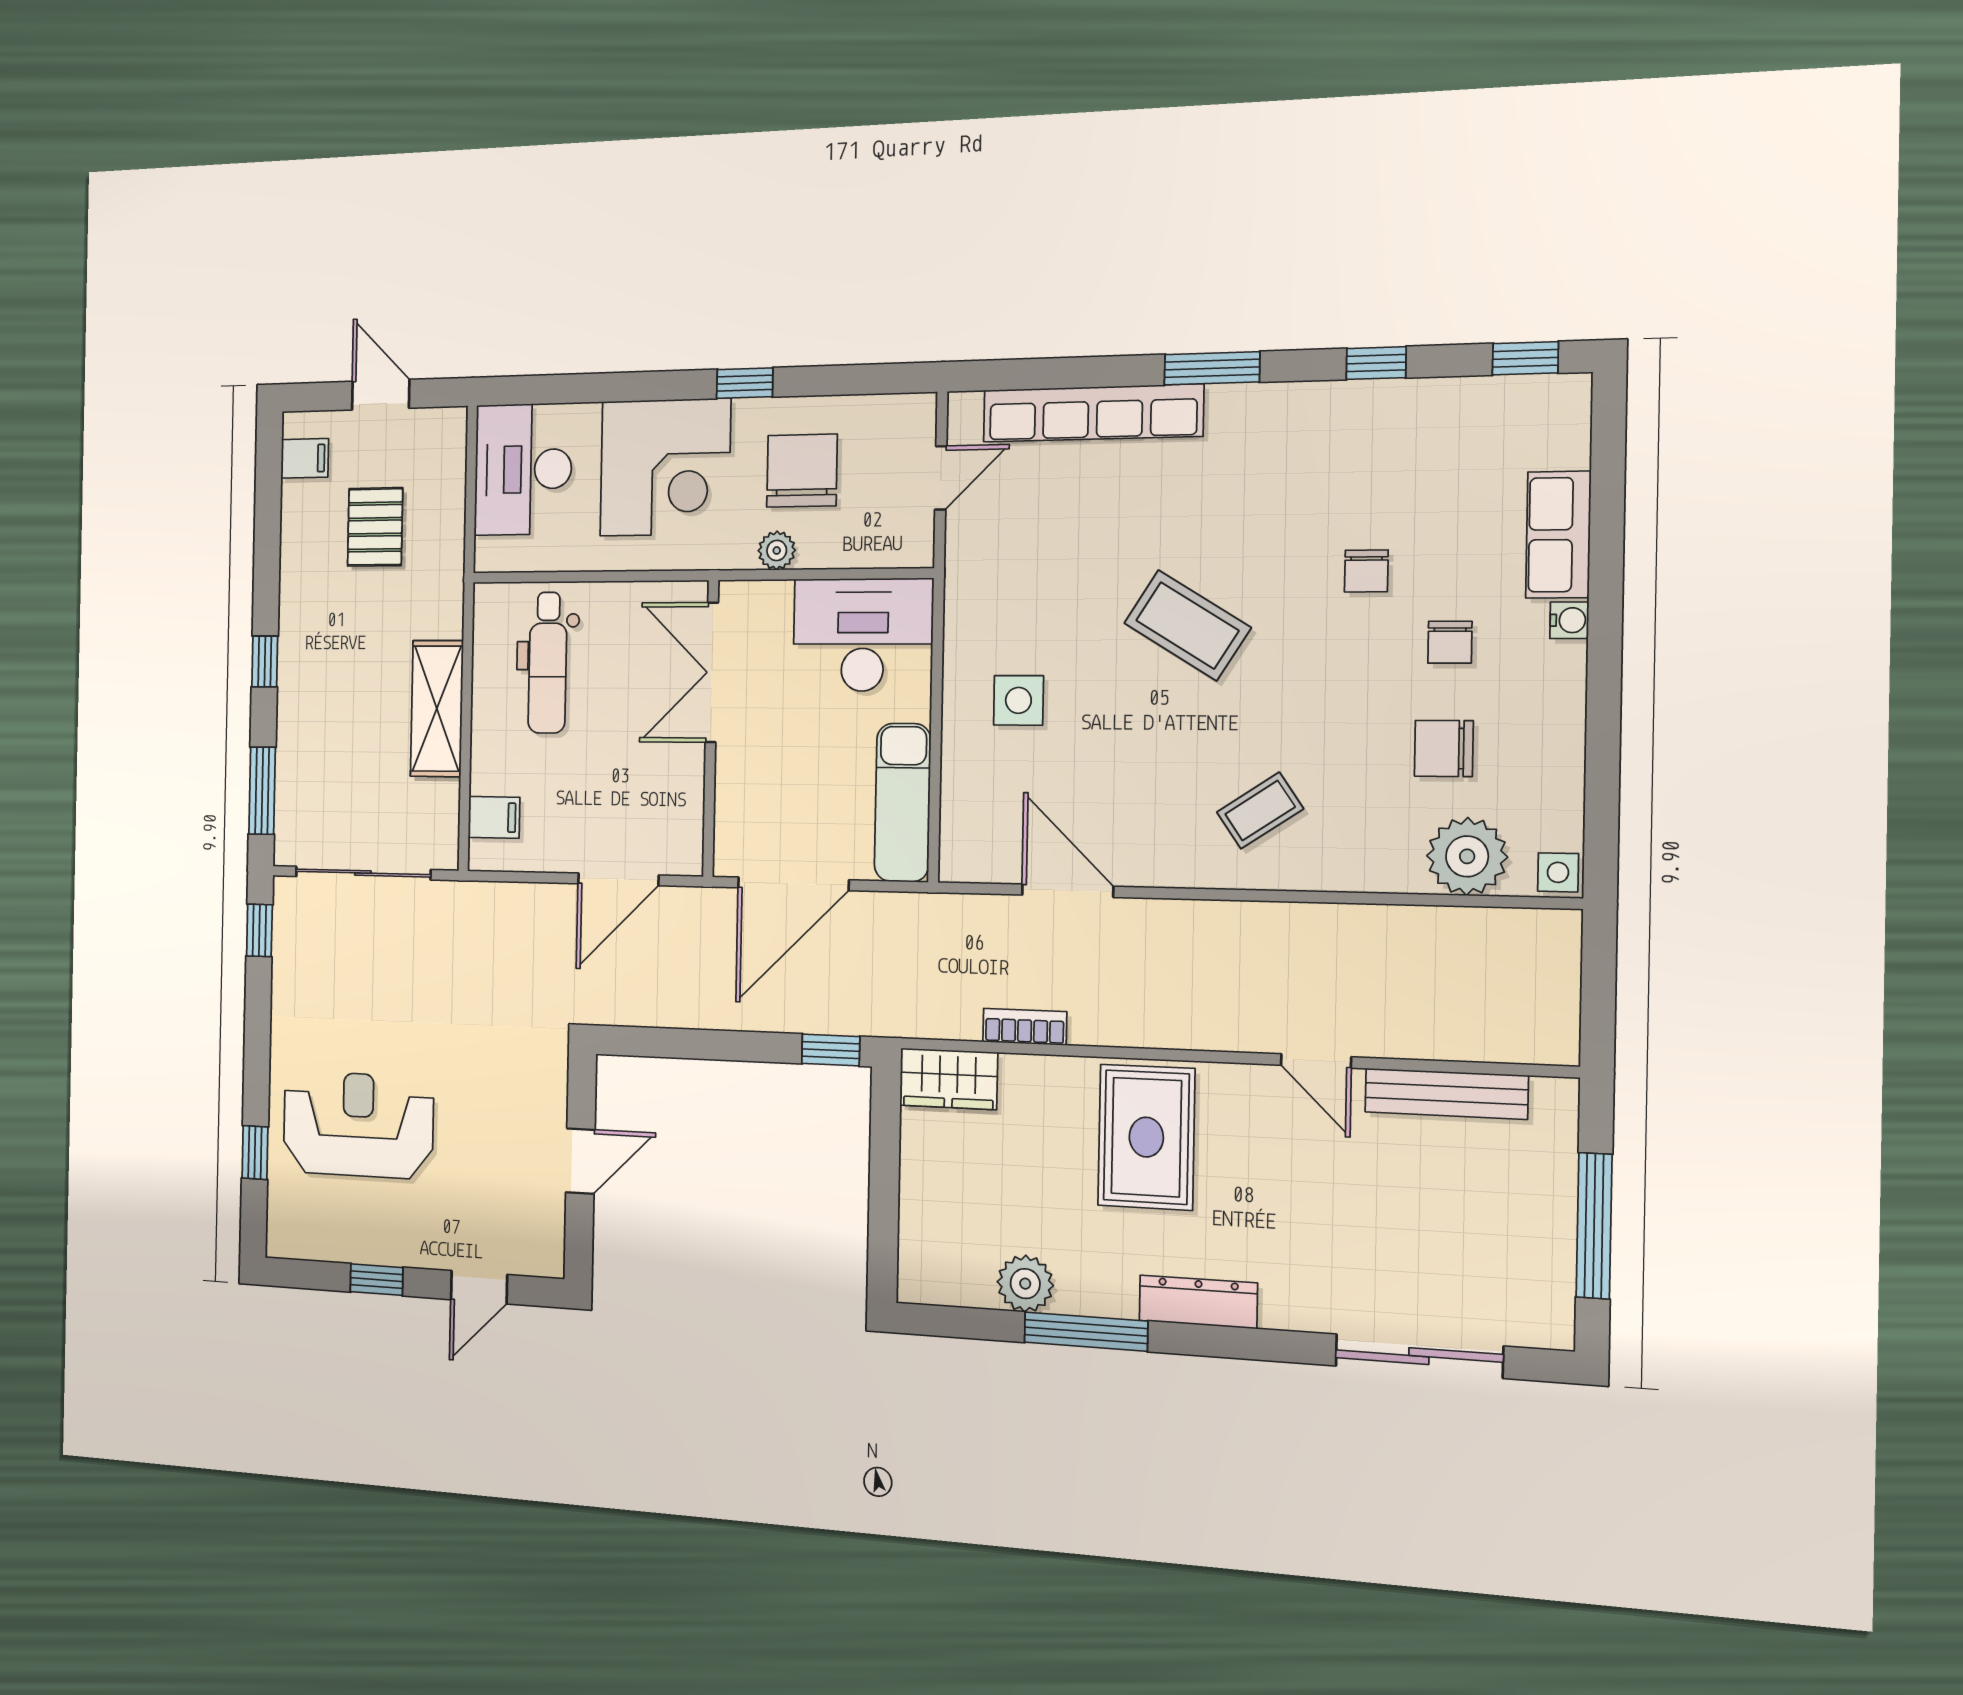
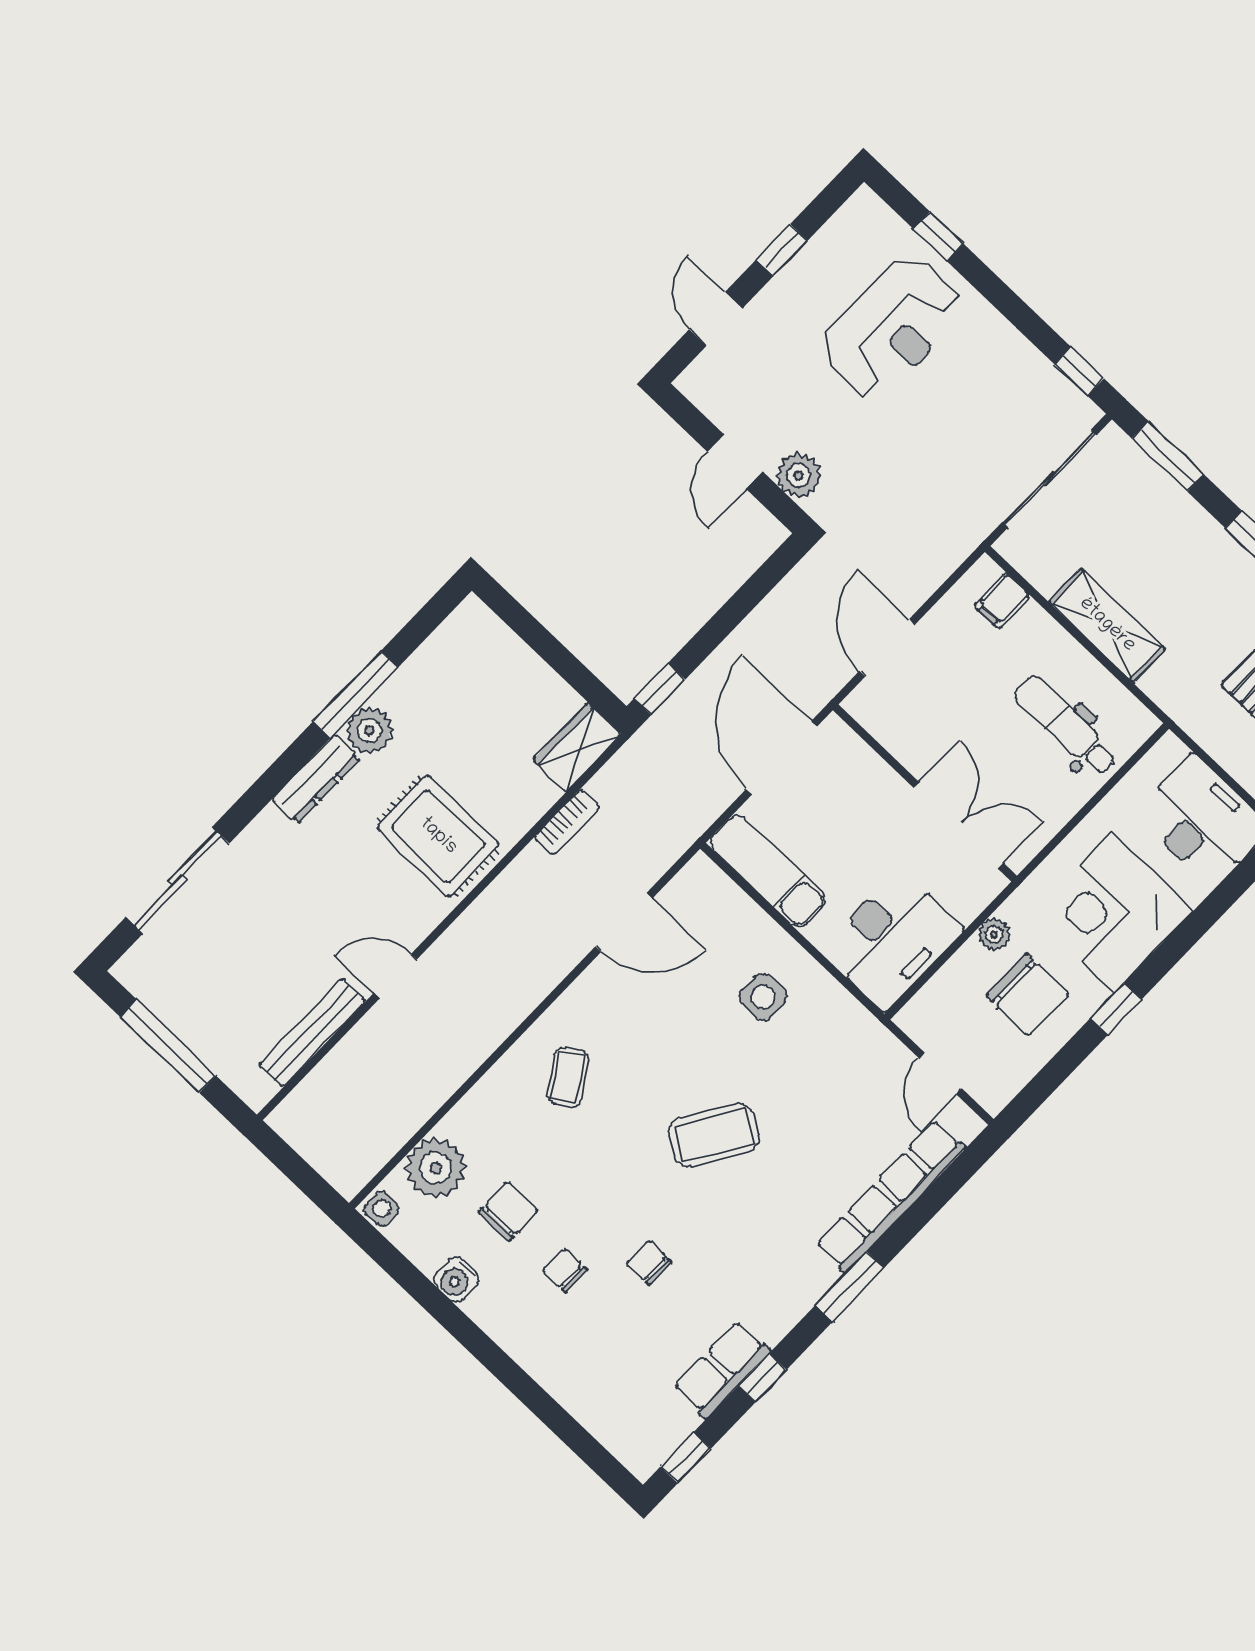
row of seats: (1558, 535) -> (722, 1369), moved, turned -90
water cooler: (1569, 620) -> (457, 1280), moved, width x1.38, depth x1.38
plant: (544, 1094) -> (799, 475), added
plant: (1025, 1284) -> (370, 730), moved

